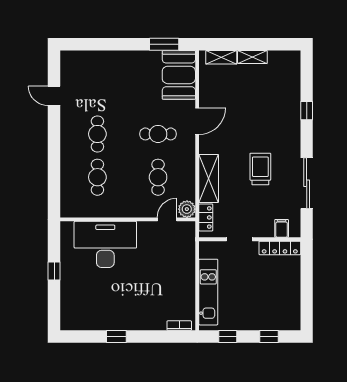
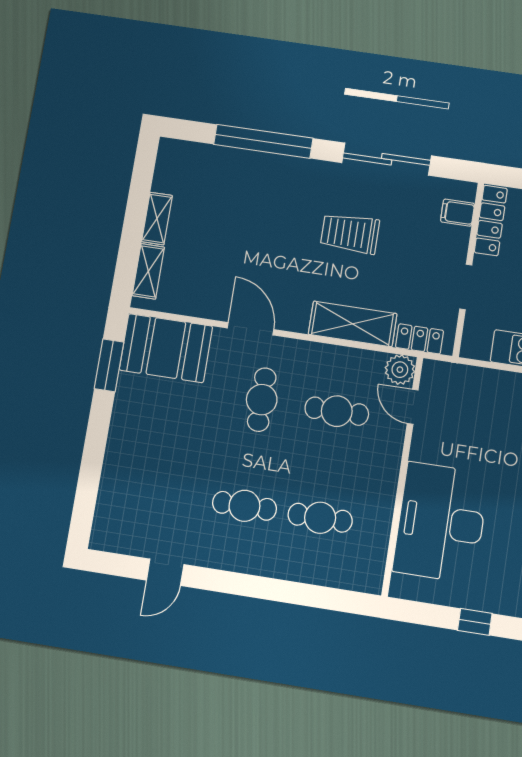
window: (307, 111) -> (263, 141), width x3.17

